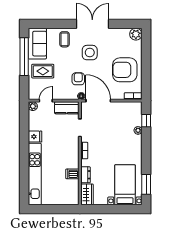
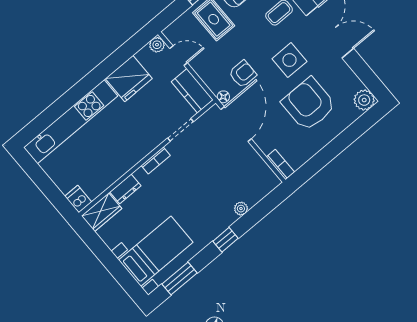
armchair: (125, 70) -> (309, 104), moved
window: (146, 121) -> (225, 240), moved
fridge: (35, 137) -> (129, 79), width x1.88, depth x1.34
dishwasher: (72, 174) -> (78, 199), moved

